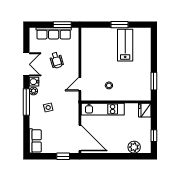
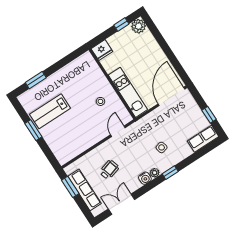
double door: (26, 64) -> (122, 204), moved
window: (154, 81) -> (36, 80), moved
door: (80, 84) -> (118, 131), swing flipped
window: (26, 102) -> (170, 173), width x0.46
plant: (134, 147) -> (139, 26), moved
window: (63, 156) -> (209, 115), moved

